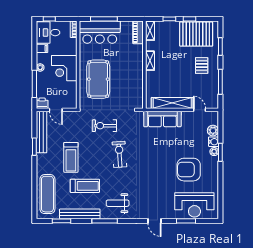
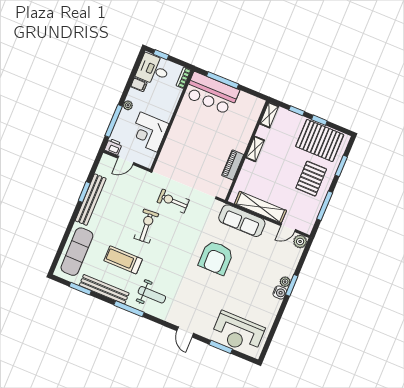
piano: (138, 32) -> (233, 165), moved
pallet: (202, 66) -> (311, 179), width x1.50, depth x1.42
corner desk: (64, 68) -> (149, 132), moved
pool table: (98, 79) -> (188, 146), removed
door: (56, 110) -> (126, 160), hinge flipped
door: (200, 110) -> (288, 228), swing flipped
plant: (213, 131) -> (300, 241), moved
bench: (41, 132) -> (91, 200), moved
water cooler: (214, 142) -> (280, 292), moved
exercise bike: (119, 154) -> (146, 226), moved
treadmill: (71, 157) -> (121, 221), removed
armchair: (189, 170) -> (216, 258), moved, turned -90
treadmill: (85, 186) -> (123, 260), turned 180
weight bench: (118, 203) -> (152, 295), turned 180

